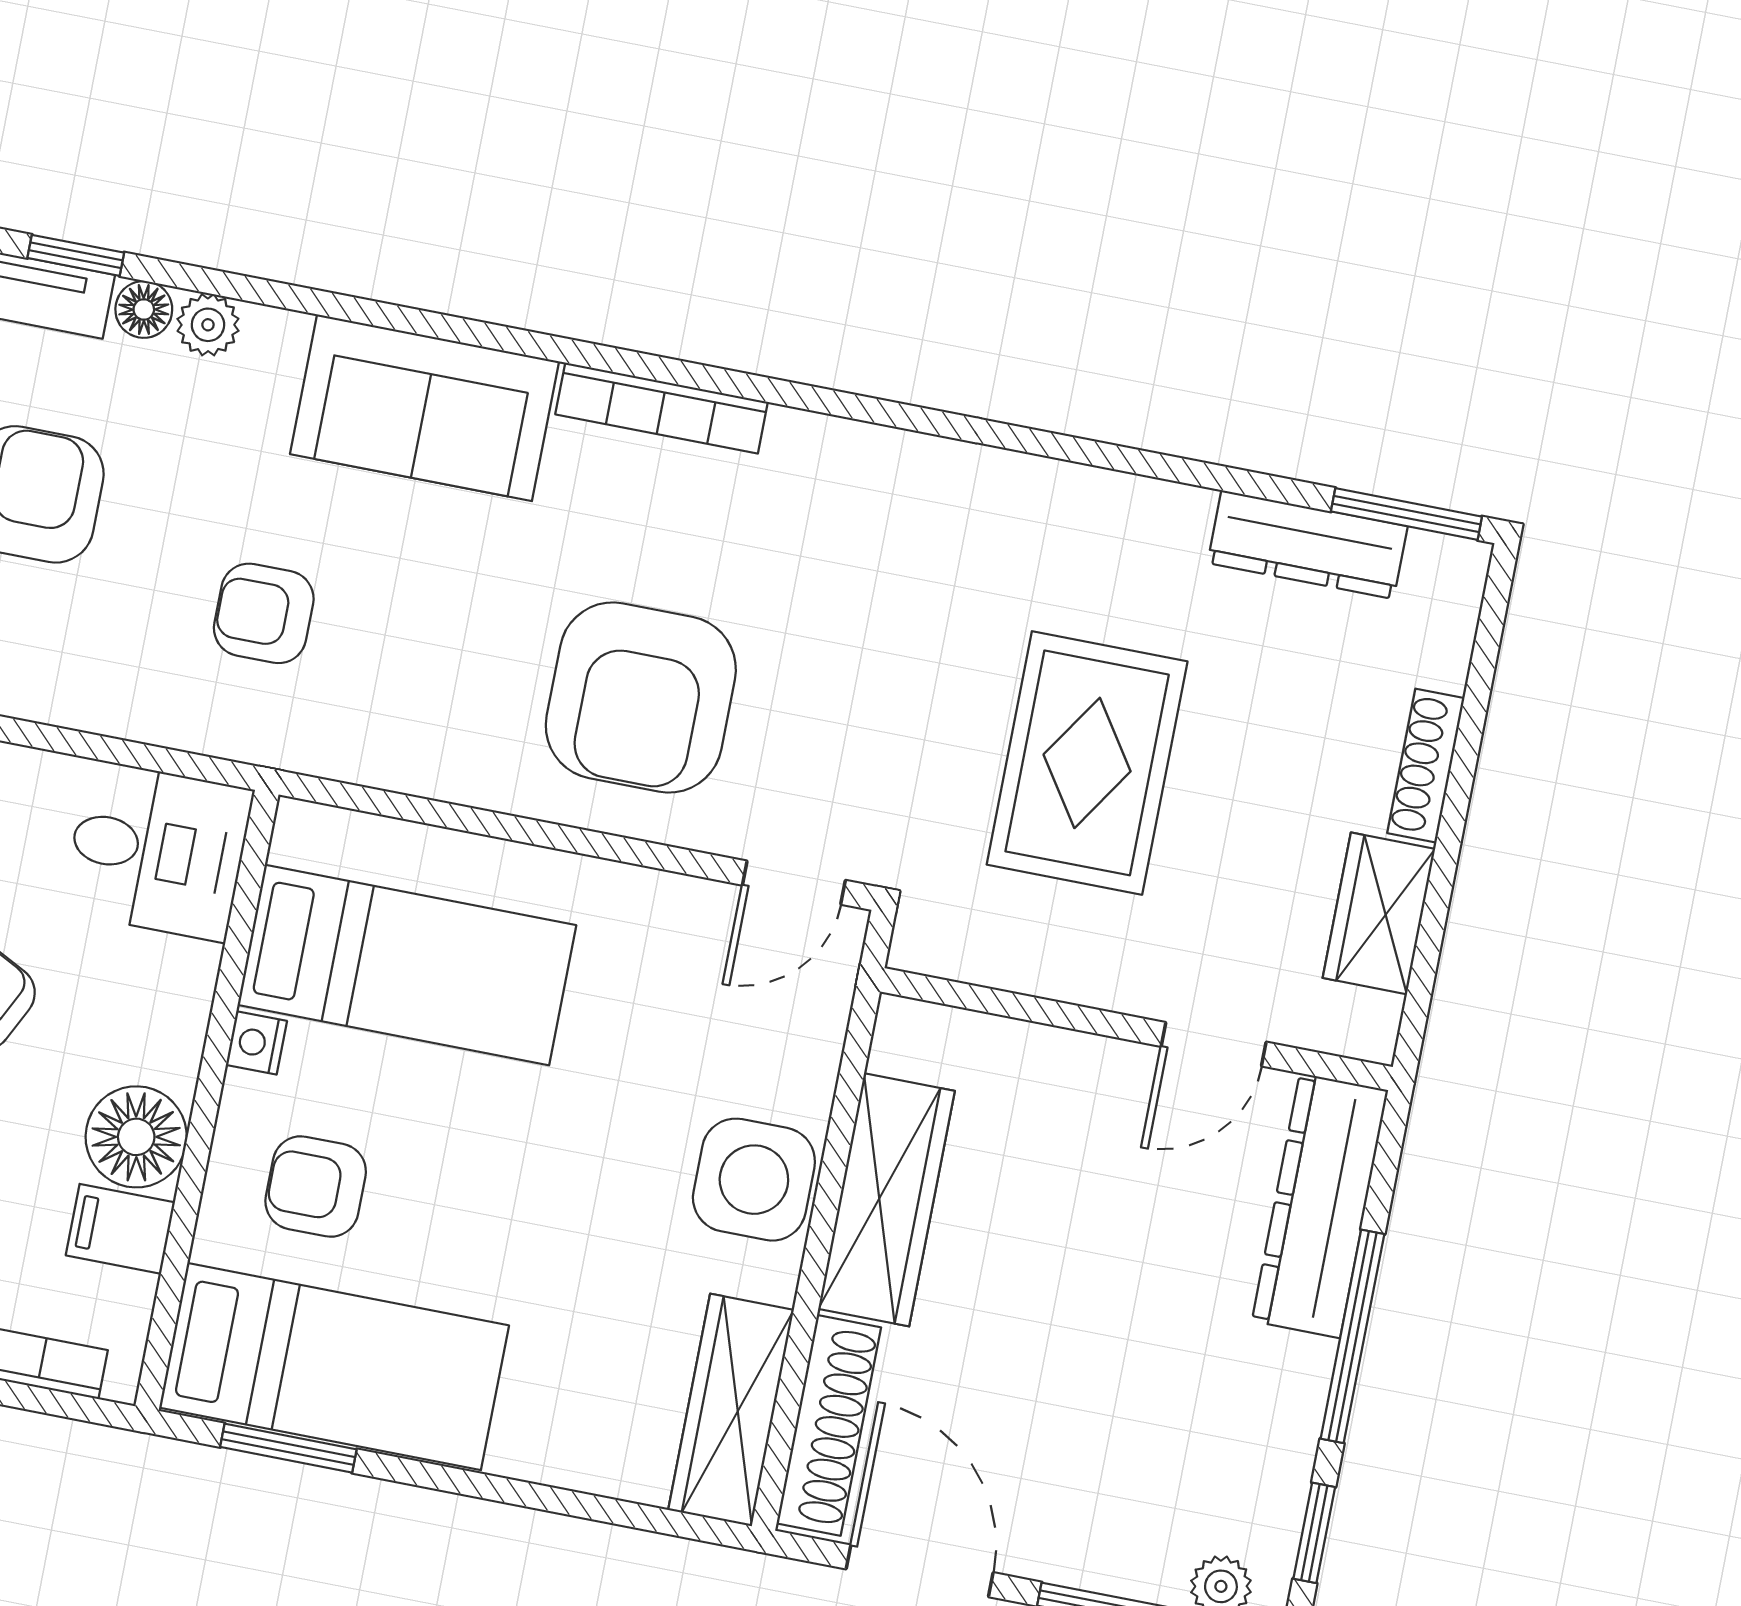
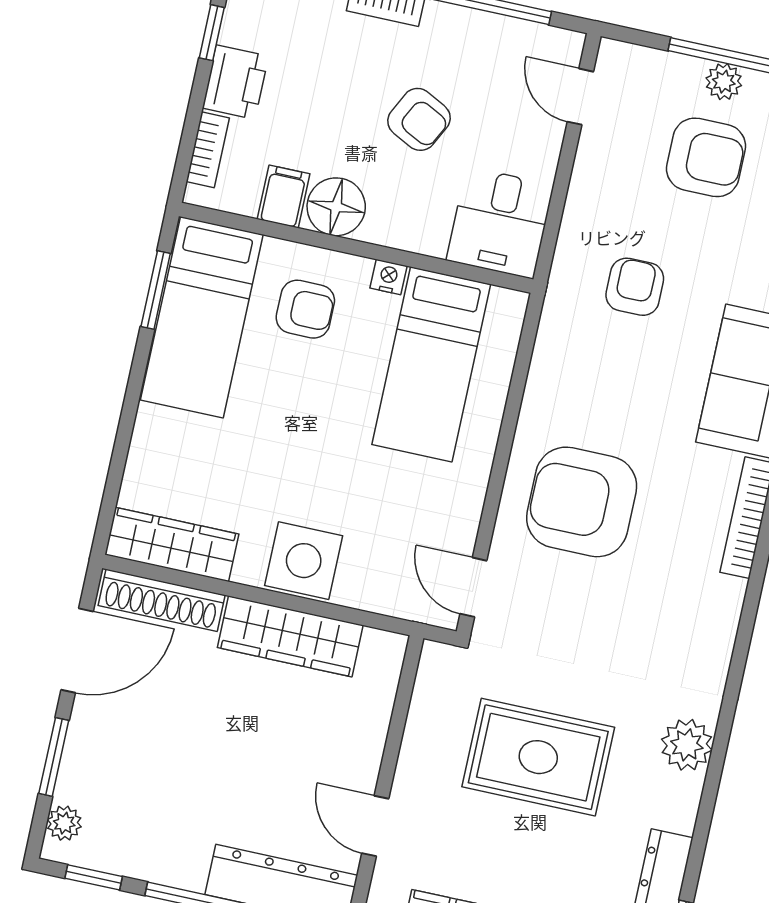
plant: (1060, 505) -> (687, 745), added
armchair: (316, 1186) -> (305, 309), turned 90

